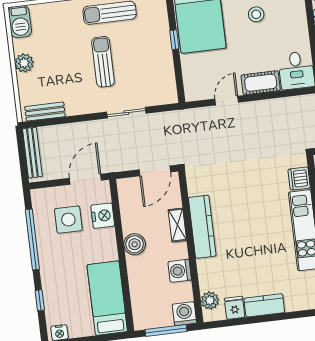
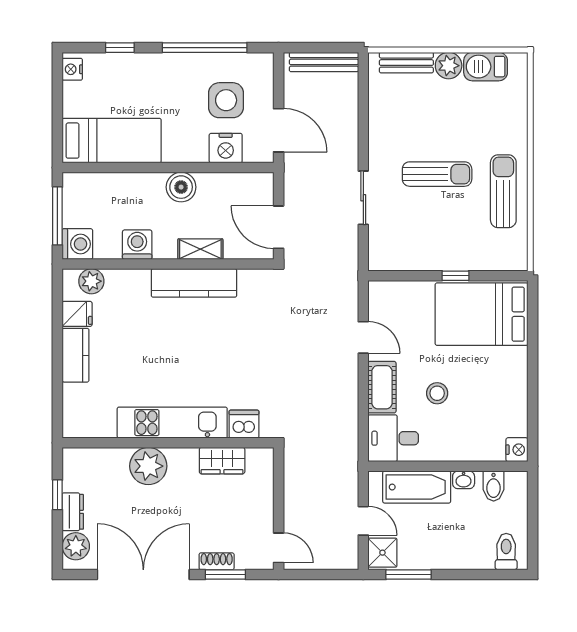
stool: (256, 14) -> (437, 393), moved
barbecue: (20, 22) -> (486, 67), moved
bench: (45, 112) -> (406, 63), moved, turned 90

